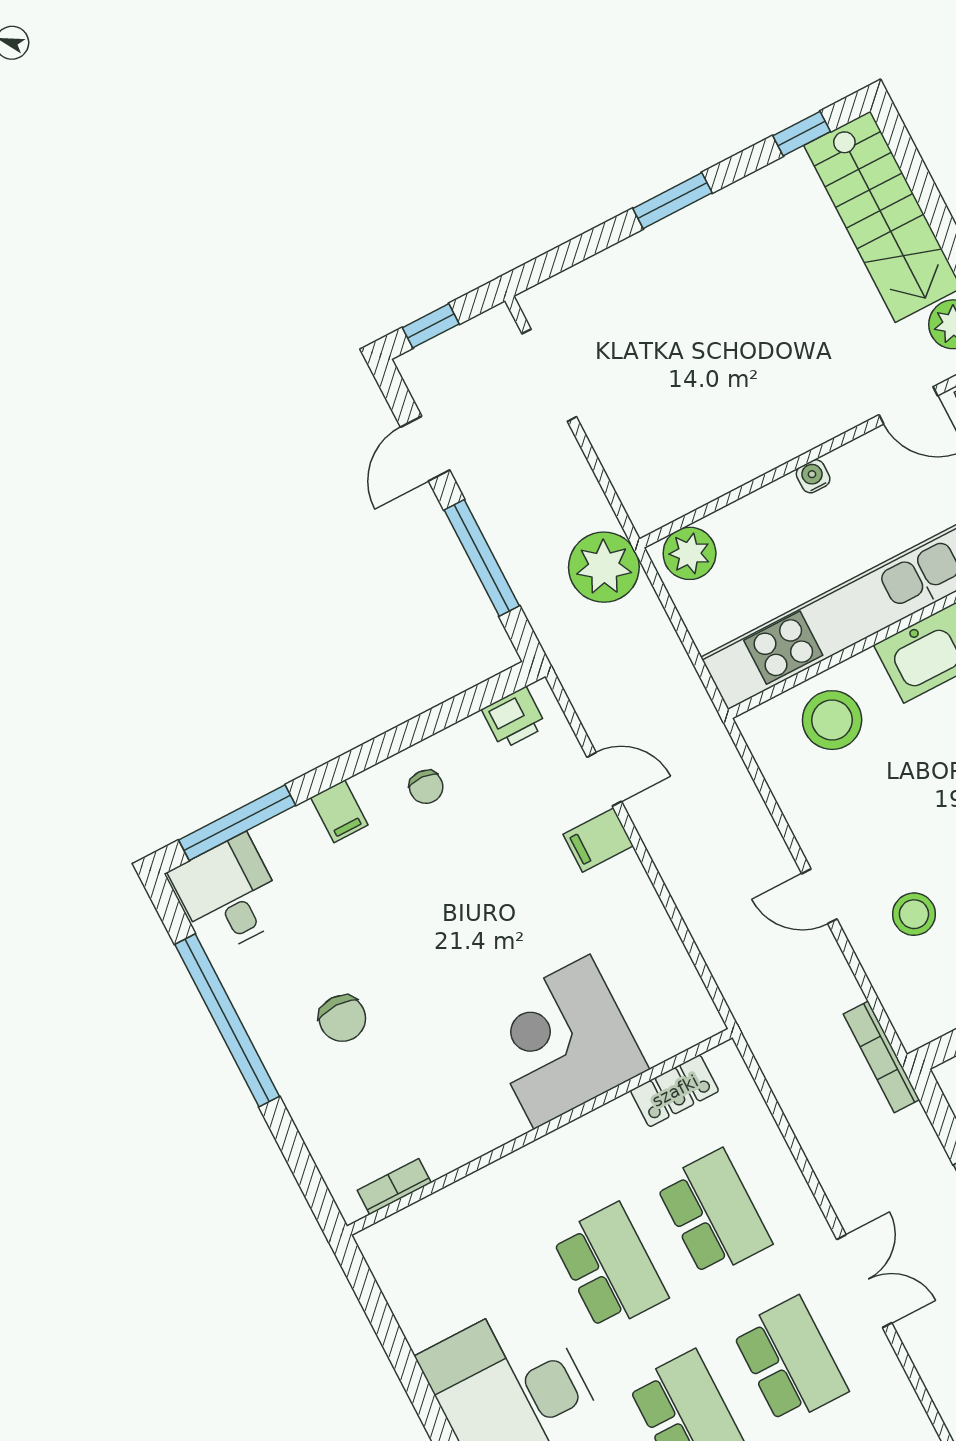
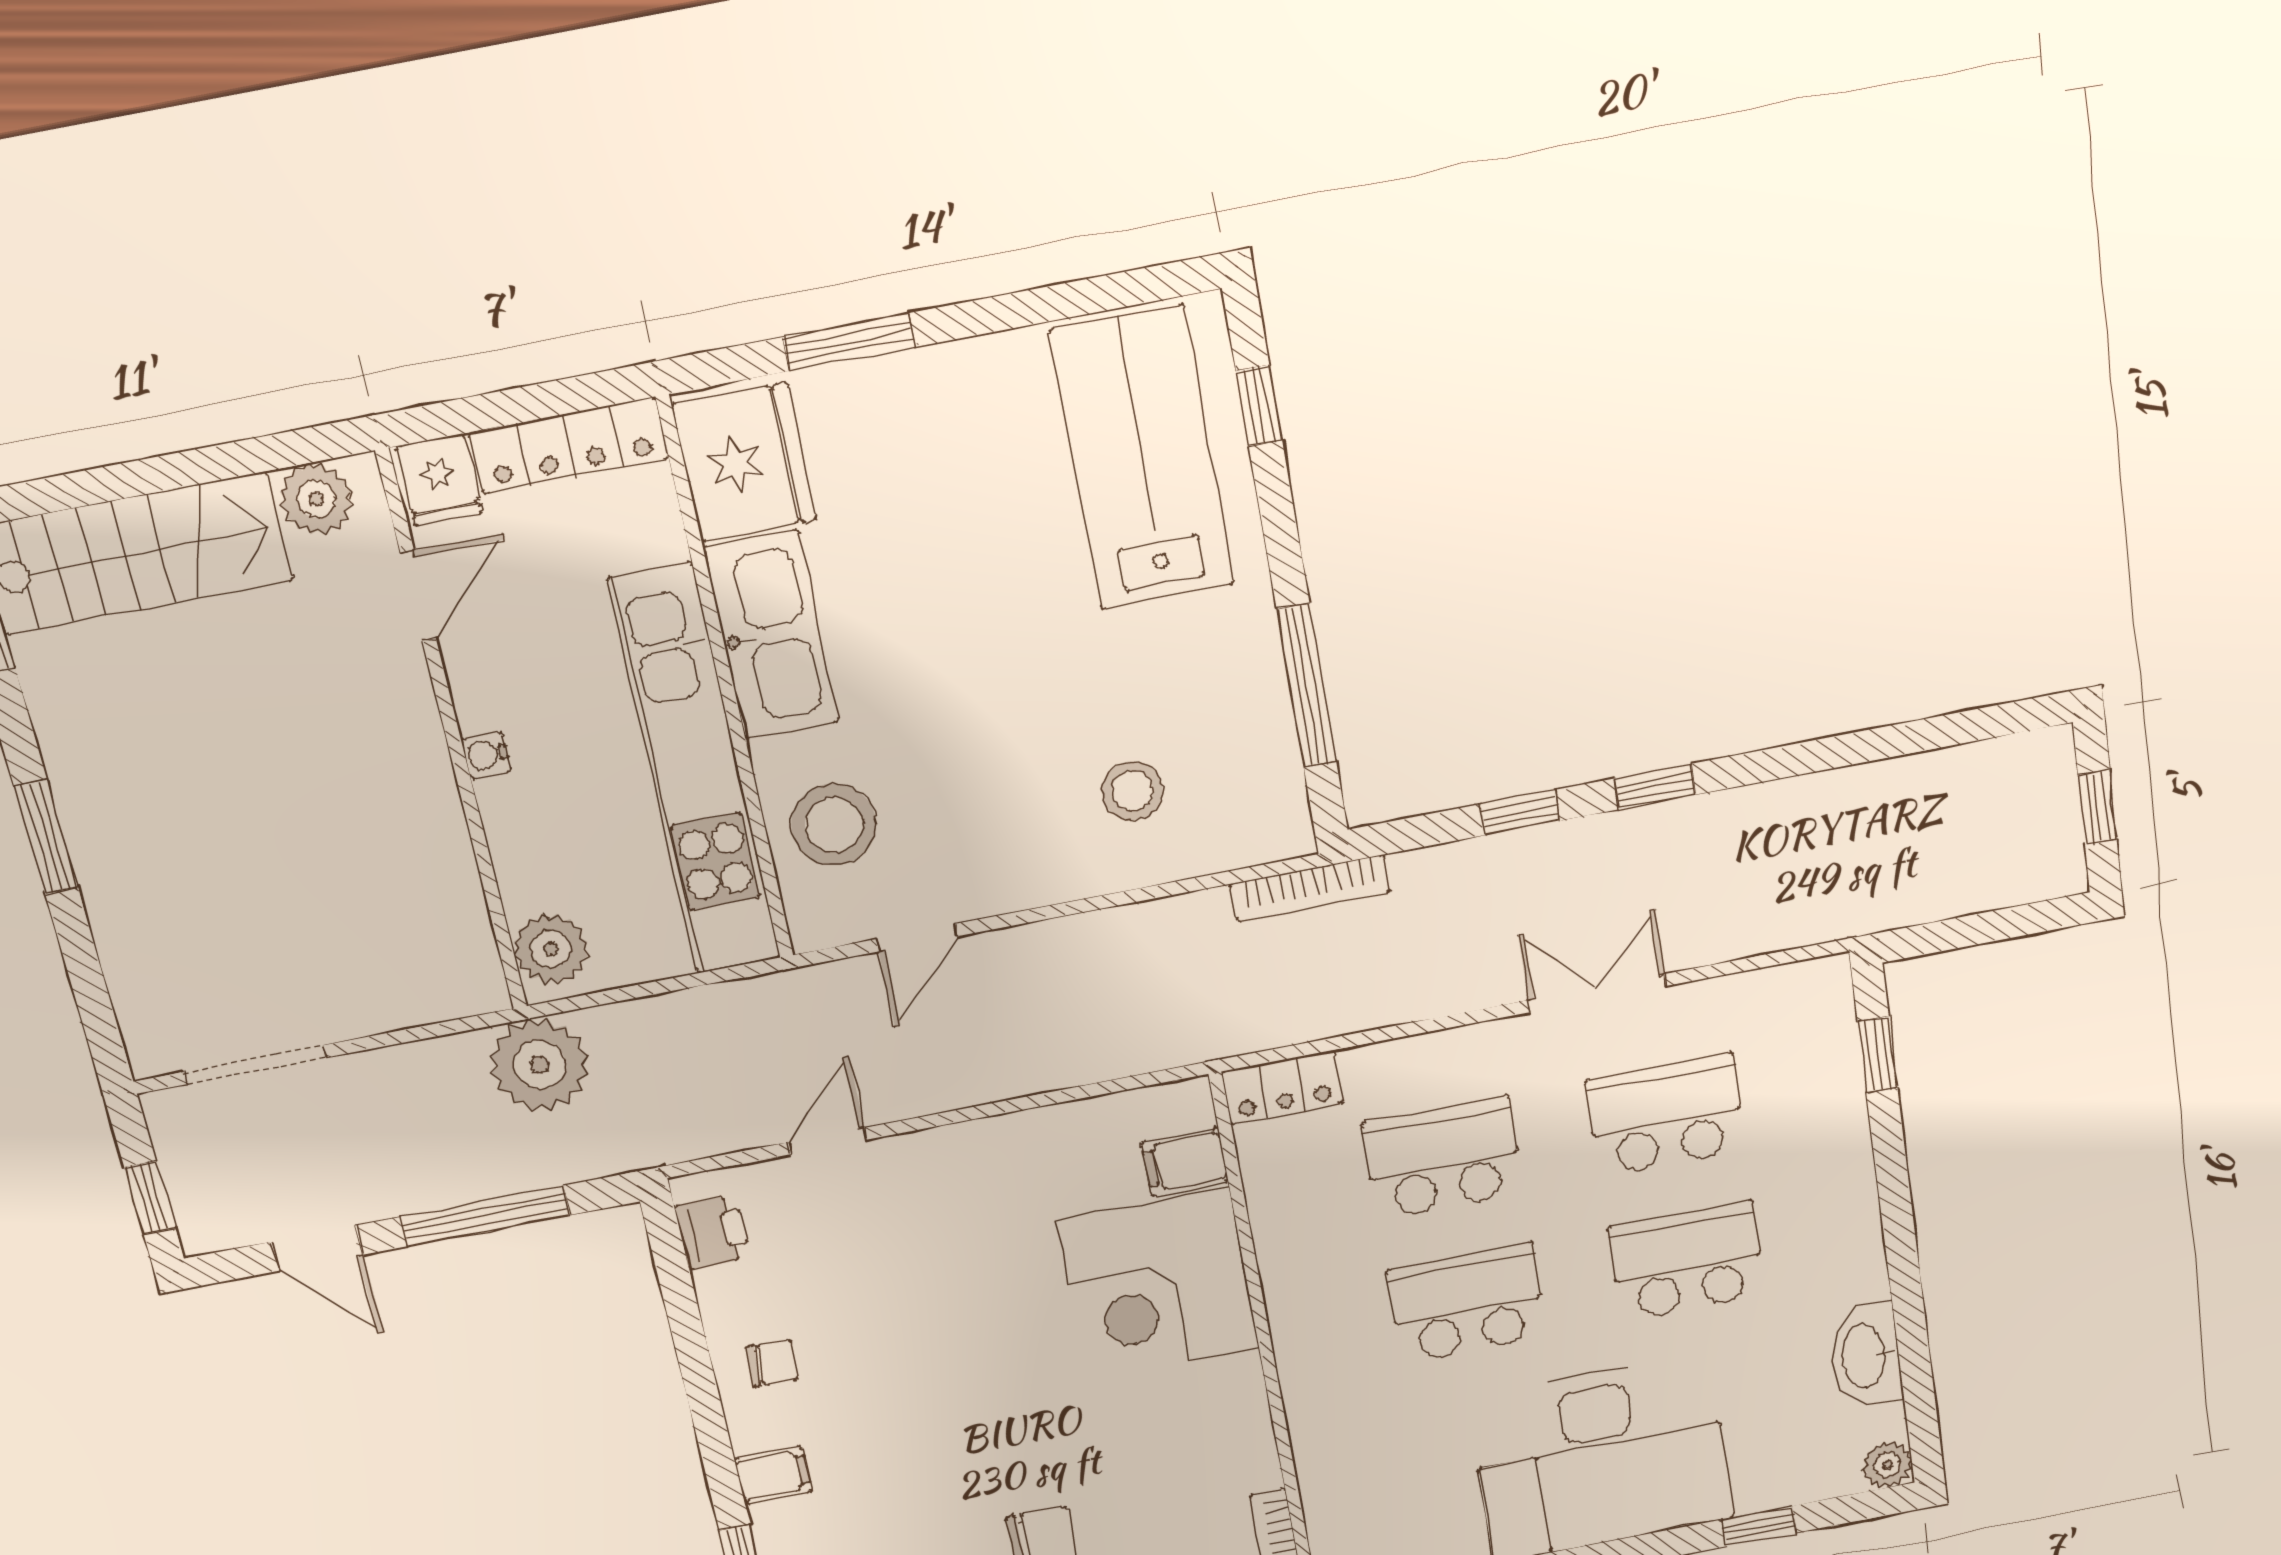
filing cabinet: (598, 840) -> (1185, 1162), moved, turned 90
door: (819, 896) -> (917, 938), moved
locker: (675, 1091) -> (1283, 1088), moved, turned 90

